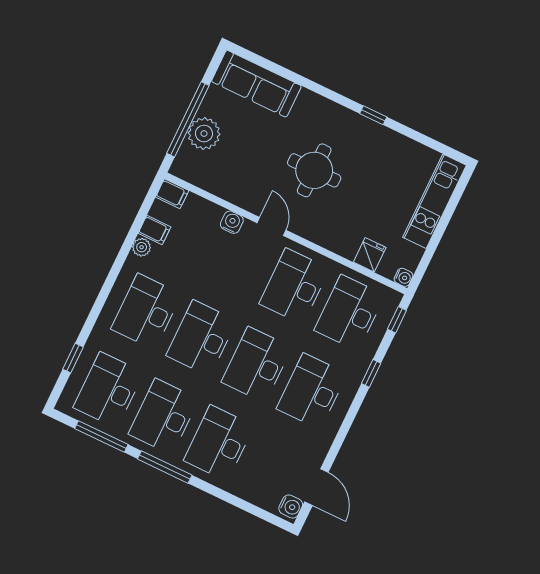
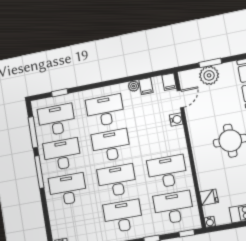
window: (188, 119) -> (210, 63), width x0.47
door: (272, 227) -> (180, 99), moved

